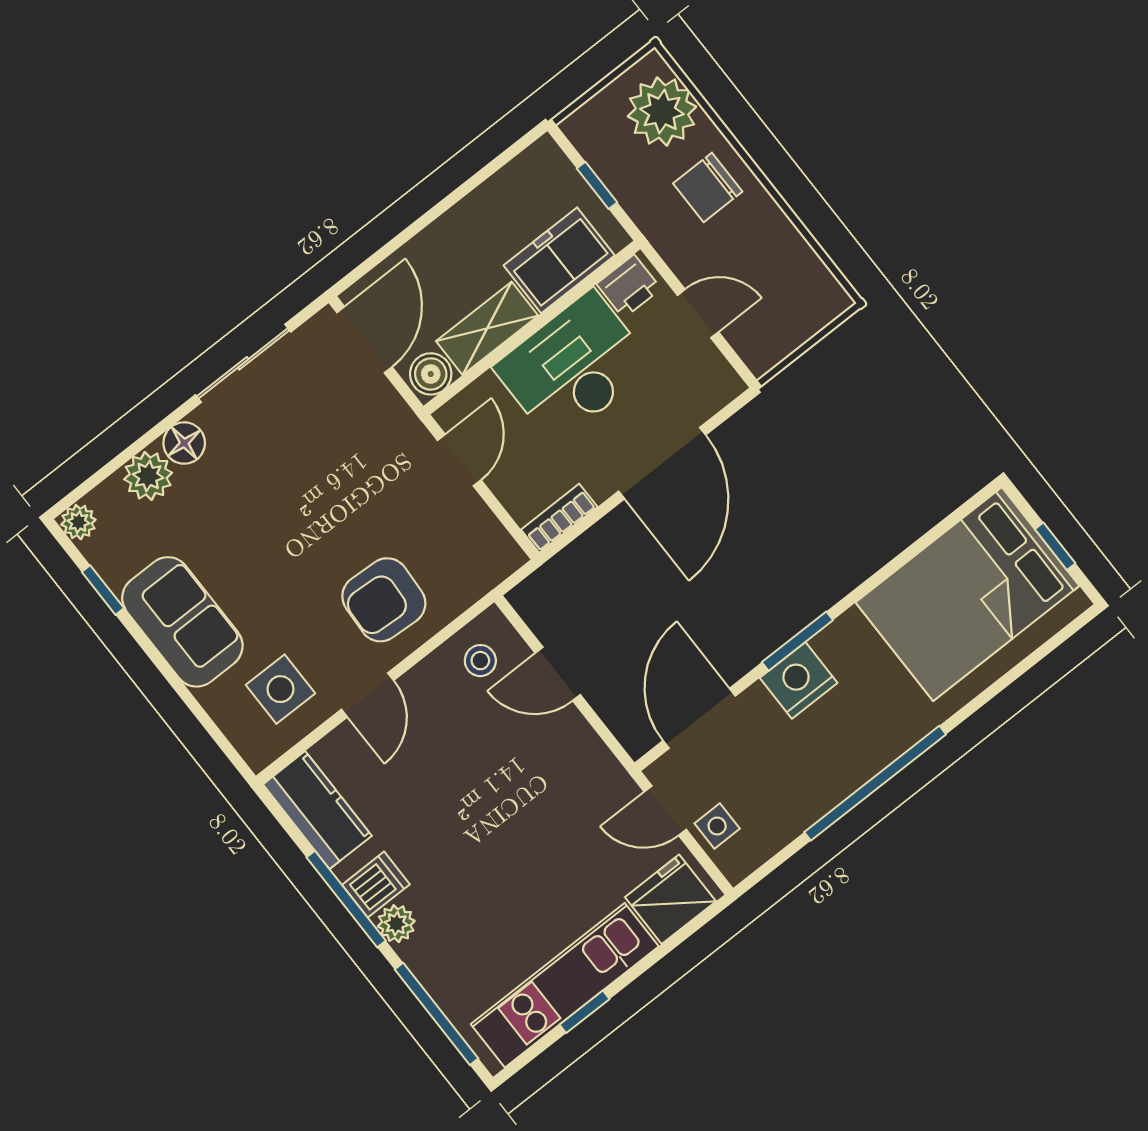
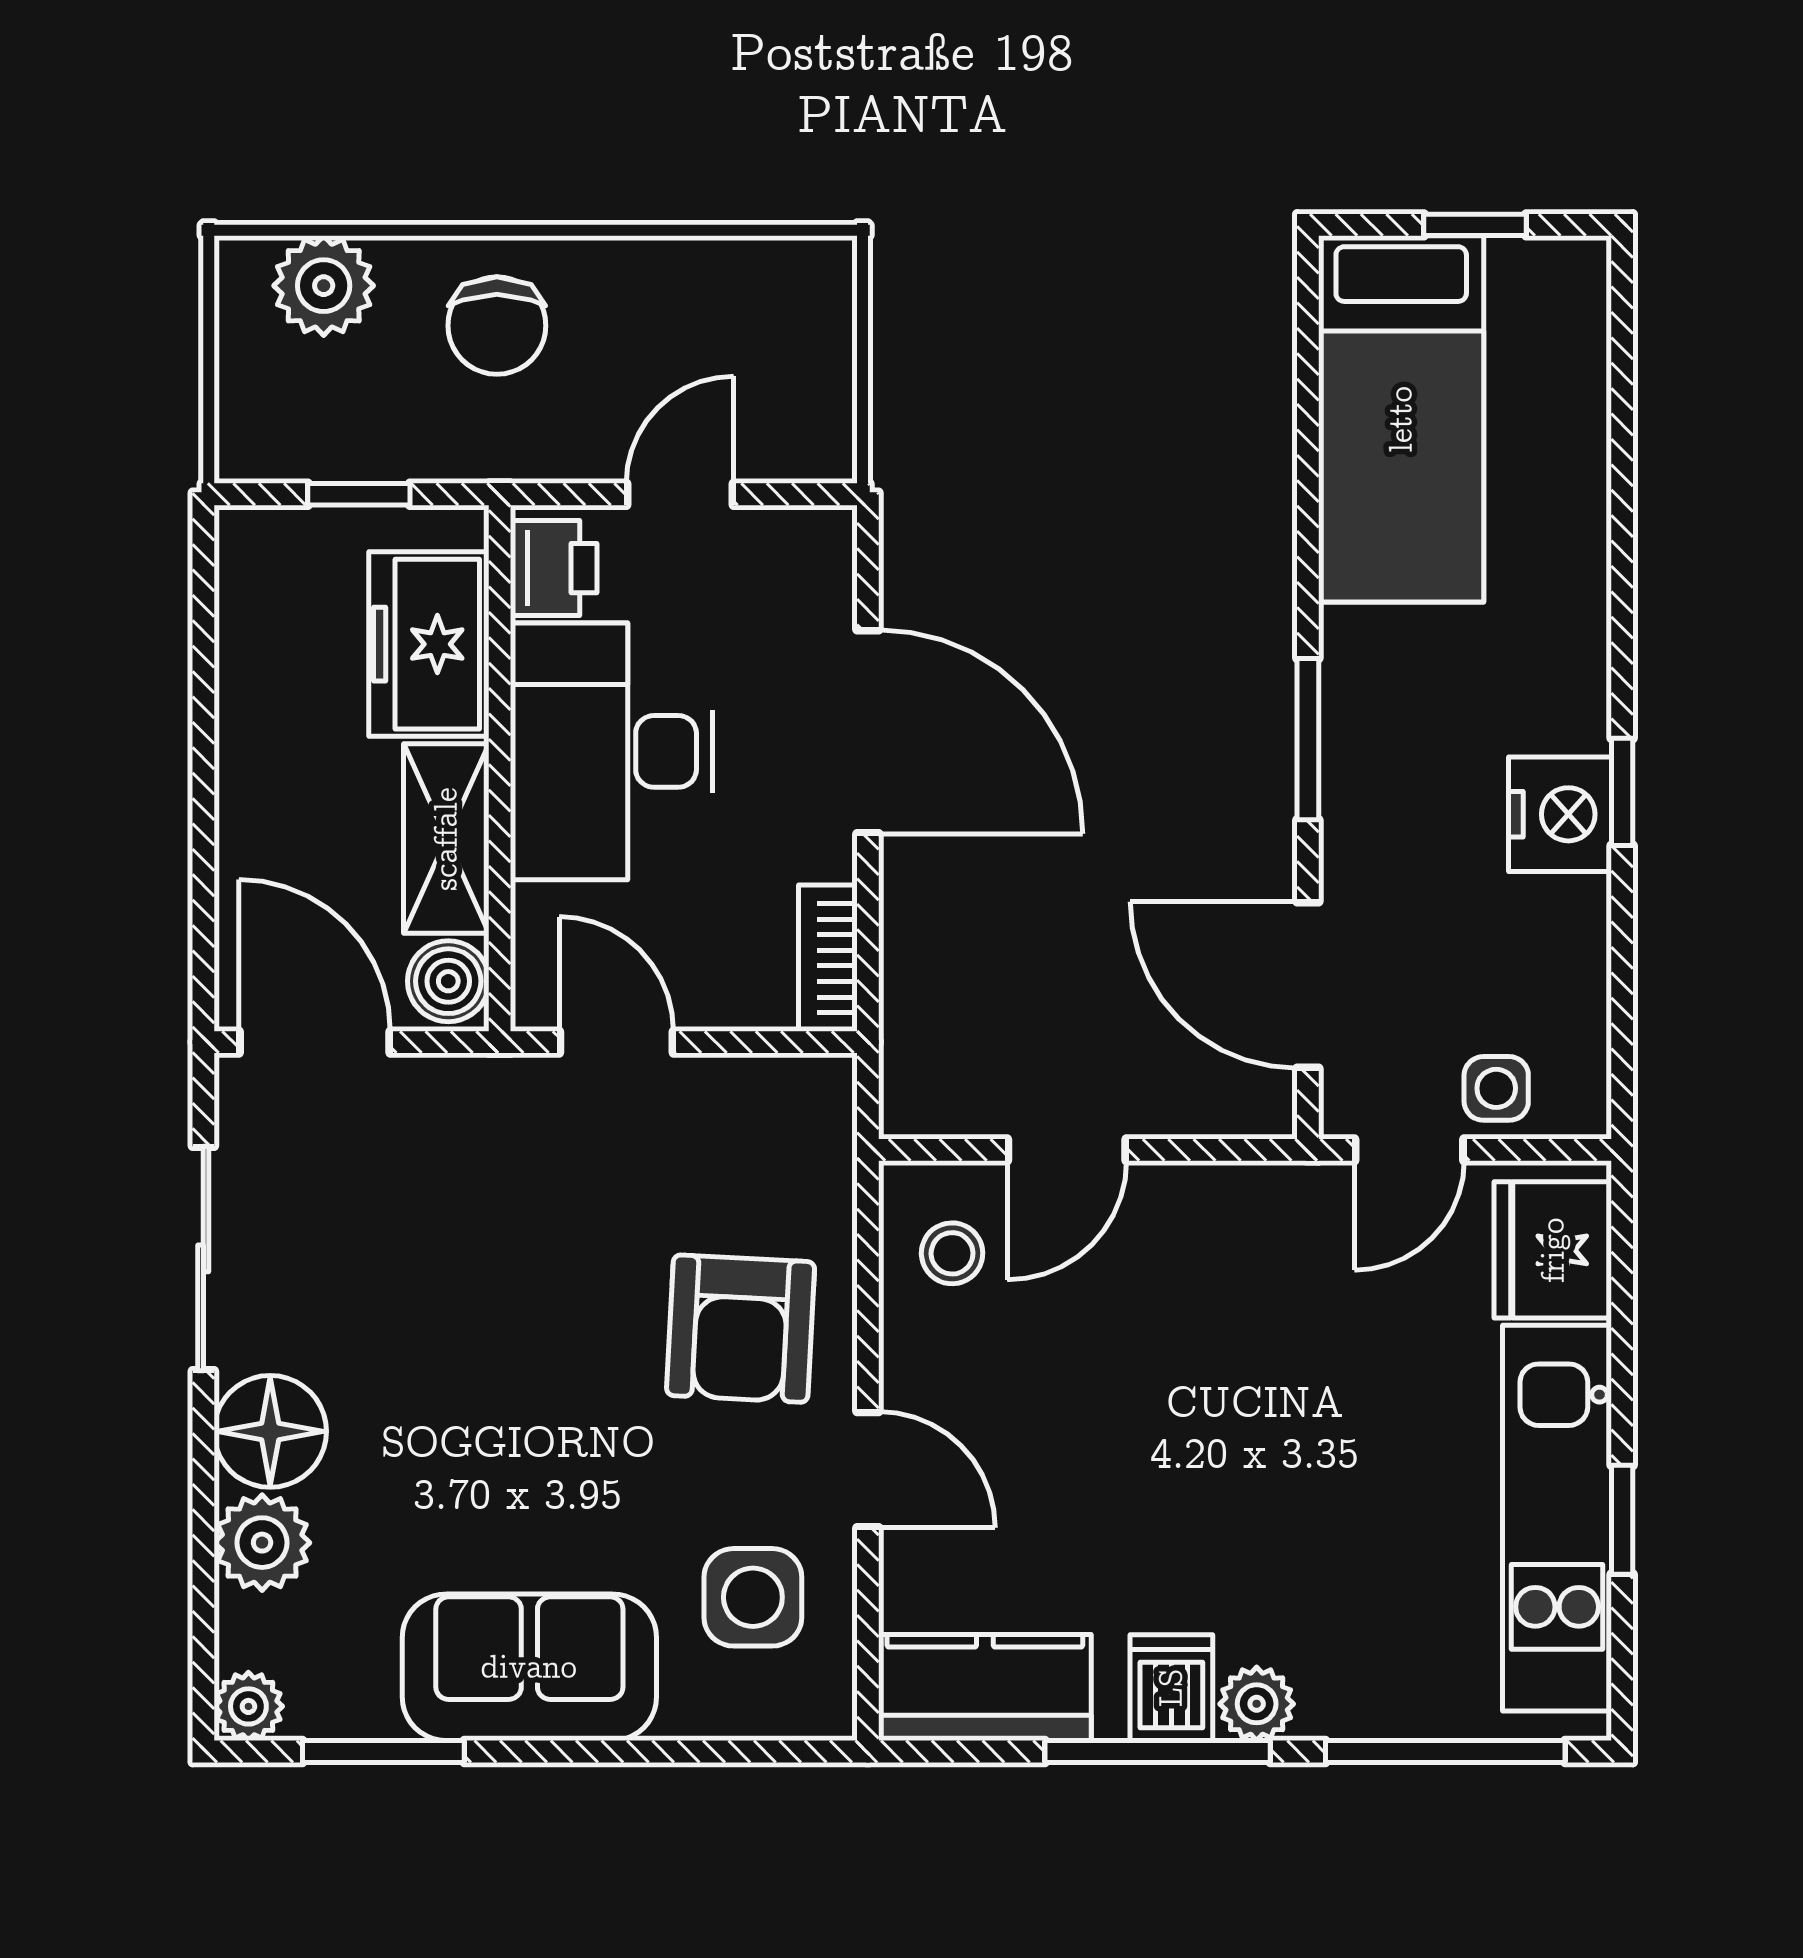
plant: (662, 111) -> (324, 286), width x0.73, depth x0.73
floor lamp: (184, 443) -> (270, 1431), width x1.38, depth x1.38
window: (103, 590) -> (383, 1751), width x1.50
bed: (967, 594) -> (1401, 419), width x0.67
nightstand: (799, 680) -> (1560, 814), moved, turned 180
window: (875, 783) -> (1622, 792), width x0.32

